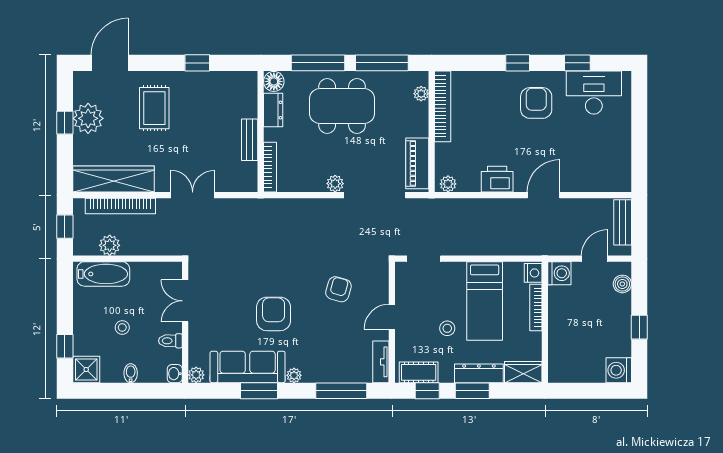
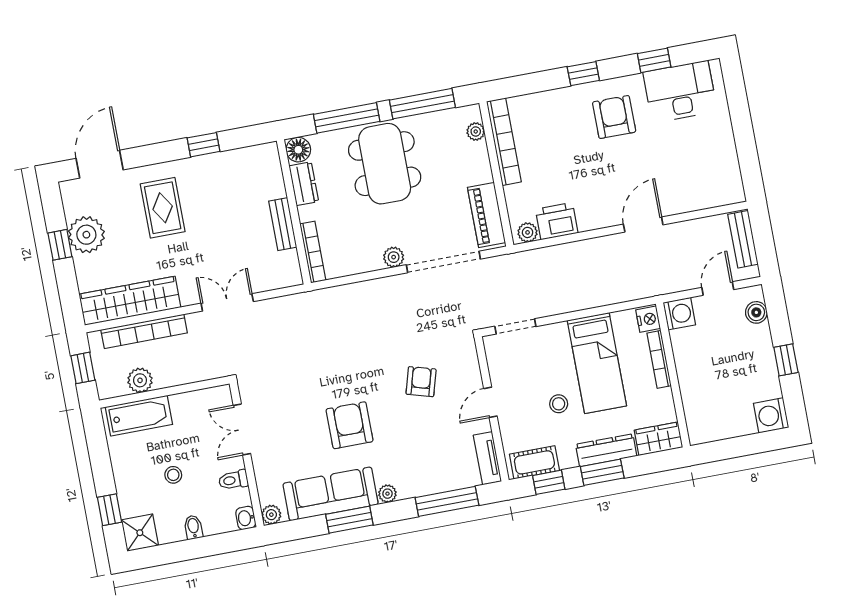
dining table: (342, 106) -> (385, 164), turned 90
printer: (497, 179) -> (557, 221), moved

